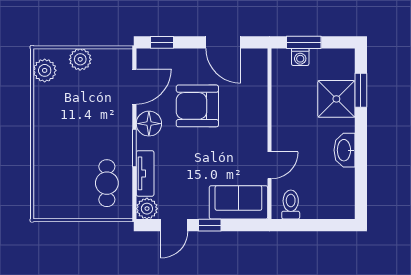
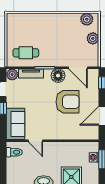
armchair: (197, 106) -> (68, 102), turned 90

